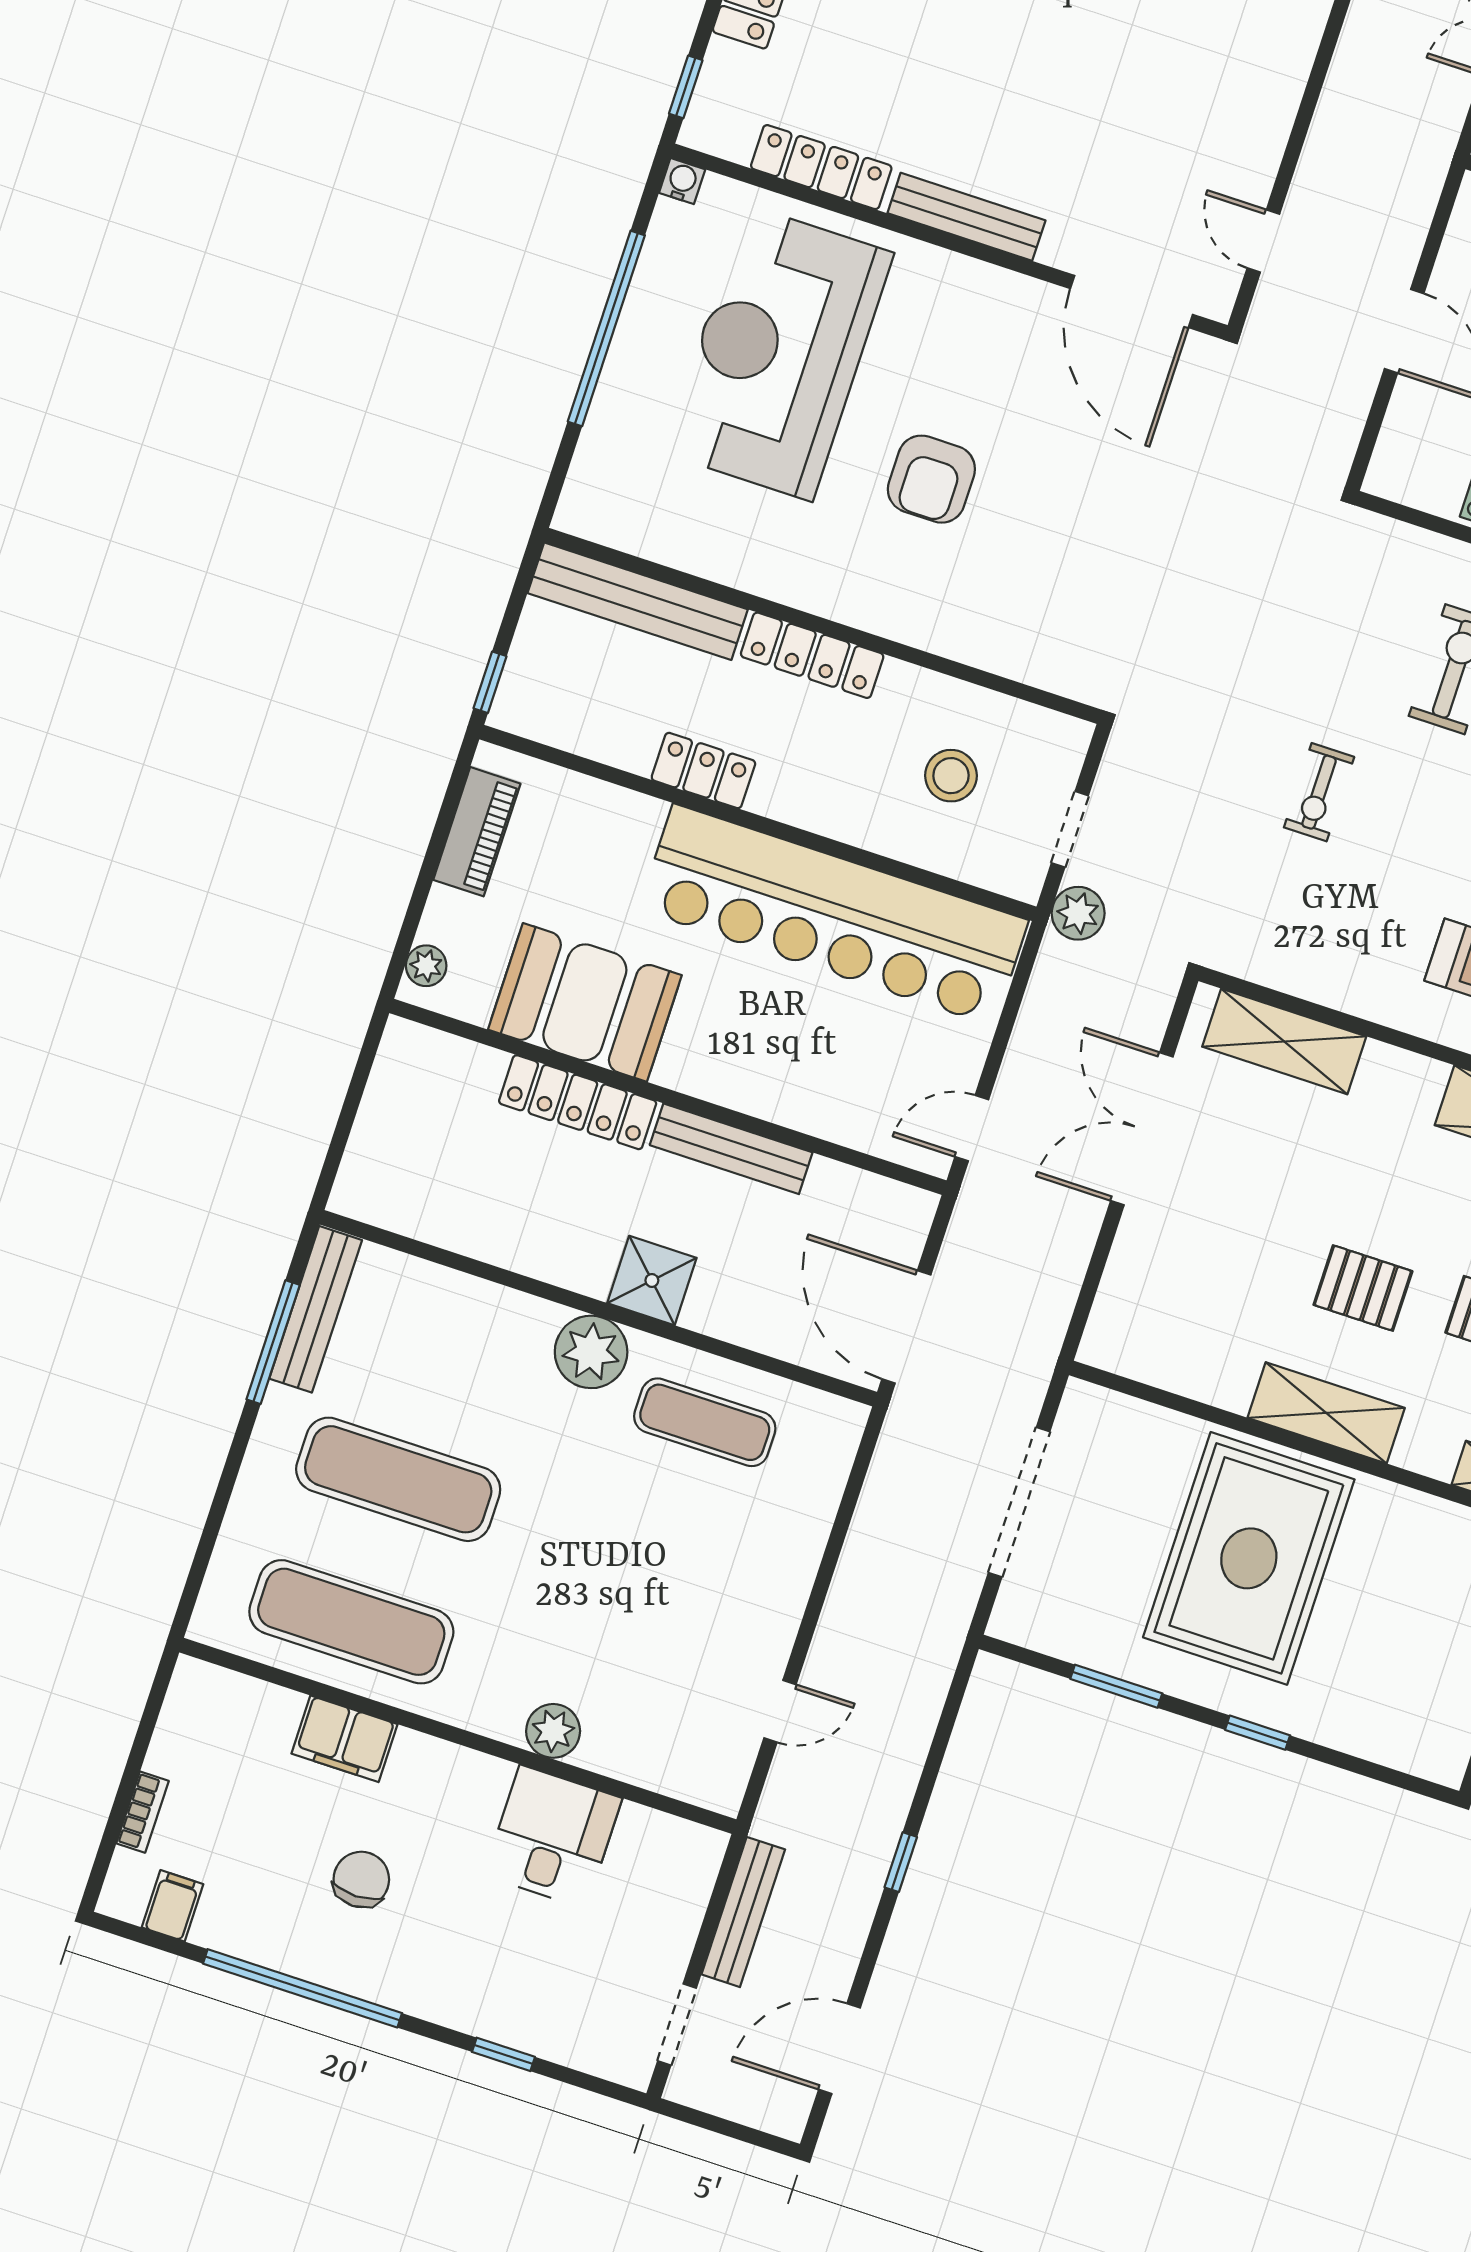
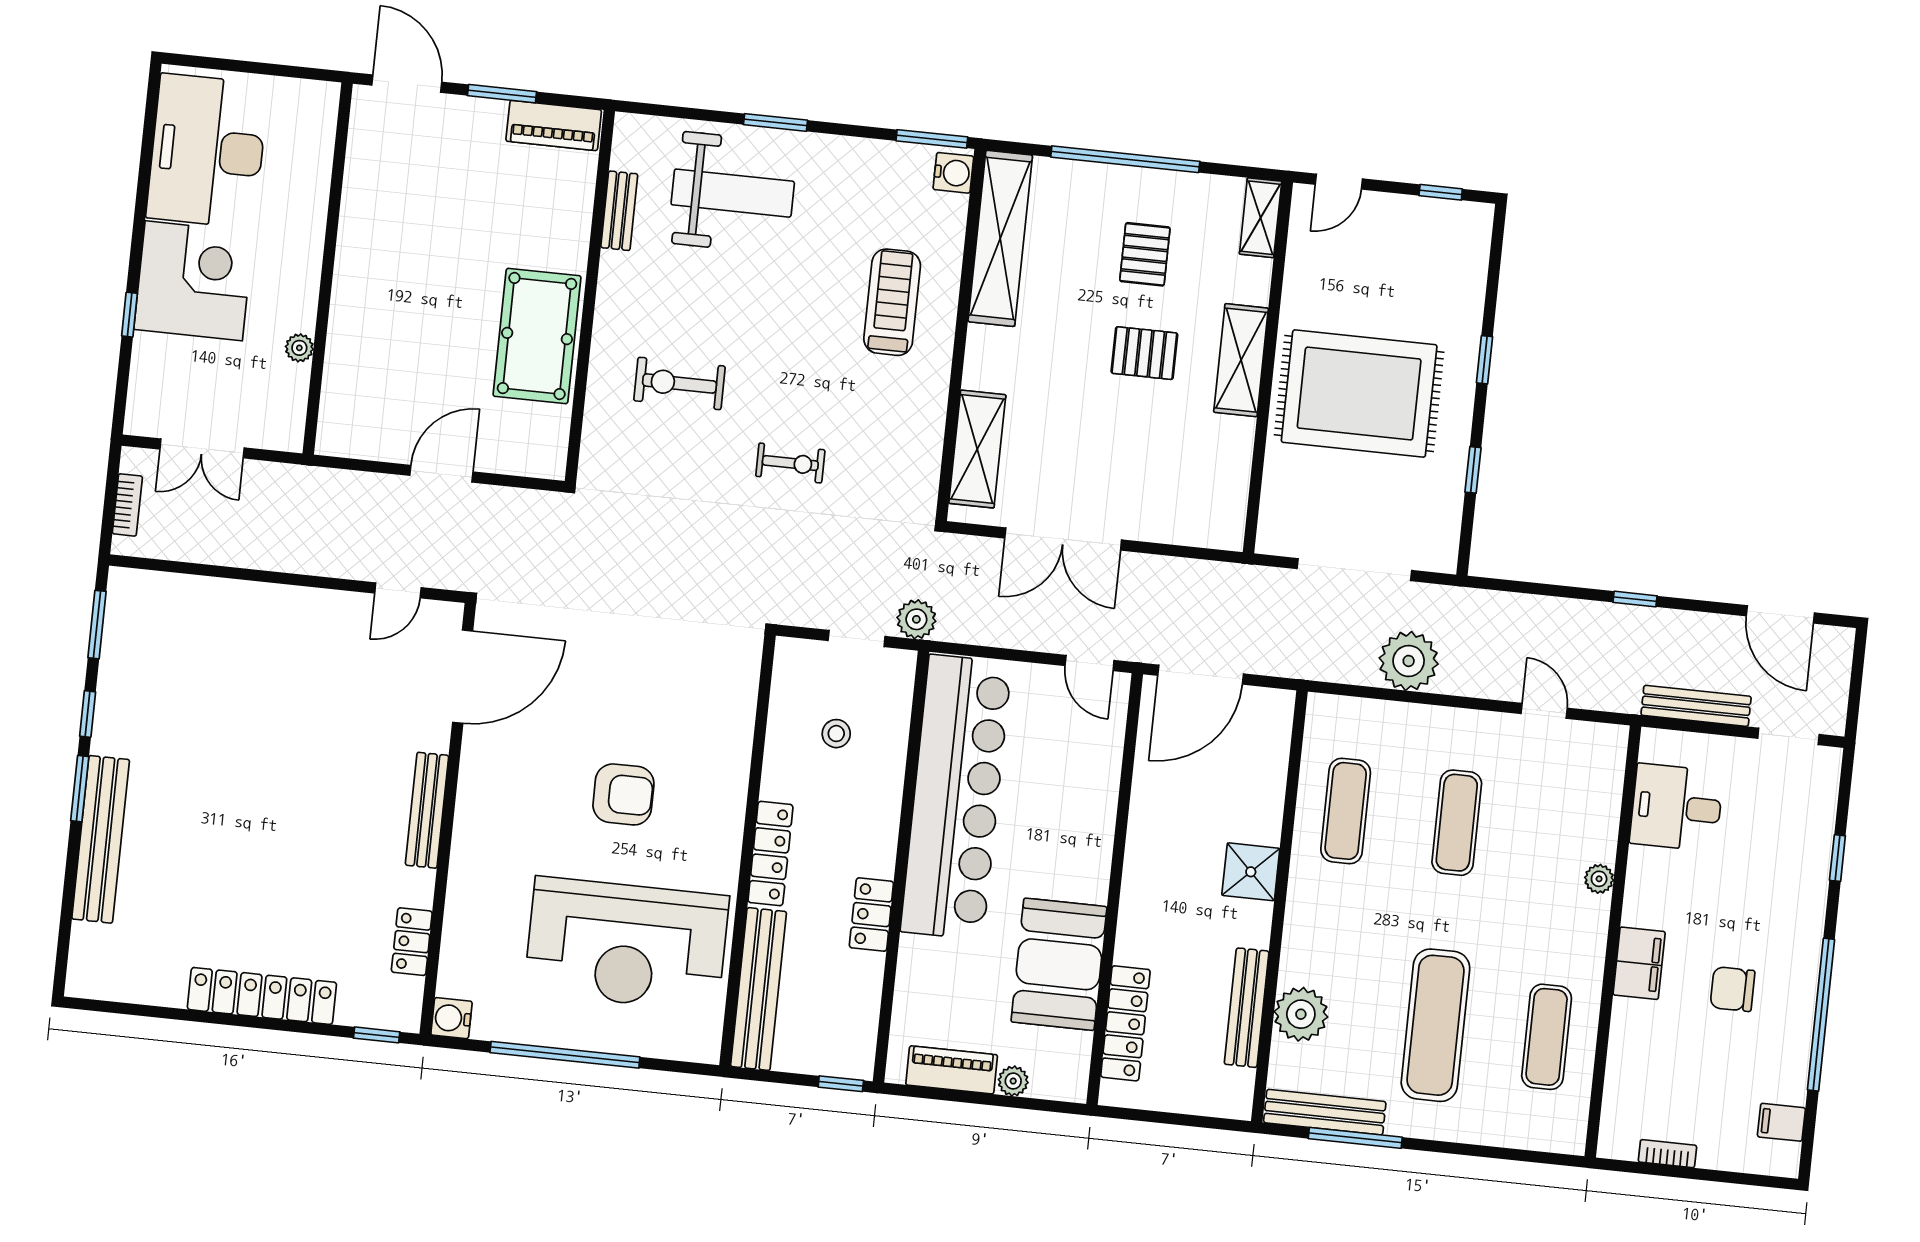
locker: (821, 167) -> (412, 942), width x0.66
water cooler: (682, 181) -> (451, 1018), width x1.38, depth x1.38
reception desk: (779, 353) -> (627, 944), moved
stool: (951, 776) -> (836, 734), width x0.73, depth x0.73
plant: (426, 966) -> (1013, 1081), moved
locker: (578, 1102) -> (1125, 1023), moved
bench: (731, 1149) -> (1247, 1008), moved
pallet: (1363, 1288) -> (1144, 353), turned 90
door: (906, 1327) -> (1201, 675), moved
plant: (591, 1352) -> (1301, 1014), moved
plant: (884, 1547) -> (1409, 661), added
exercise mat: (658, 1565) -> (1457, 823), added
exercise mat: (351, 1622) -> (1547, 1037), width x0.73, depth x0.69
window: (1116, 1686) -> (1473, 470), width x0.67
plant: (553, 1731) -> (1599, 879), width x0.73, depth x0.73
filing cabinet: (344, 1739) -> (1639, 963), moved
bookcase: (143, 1812) -> (1667, 1154), moved
desk: (553, 1837) -> (1676, 807), moved

